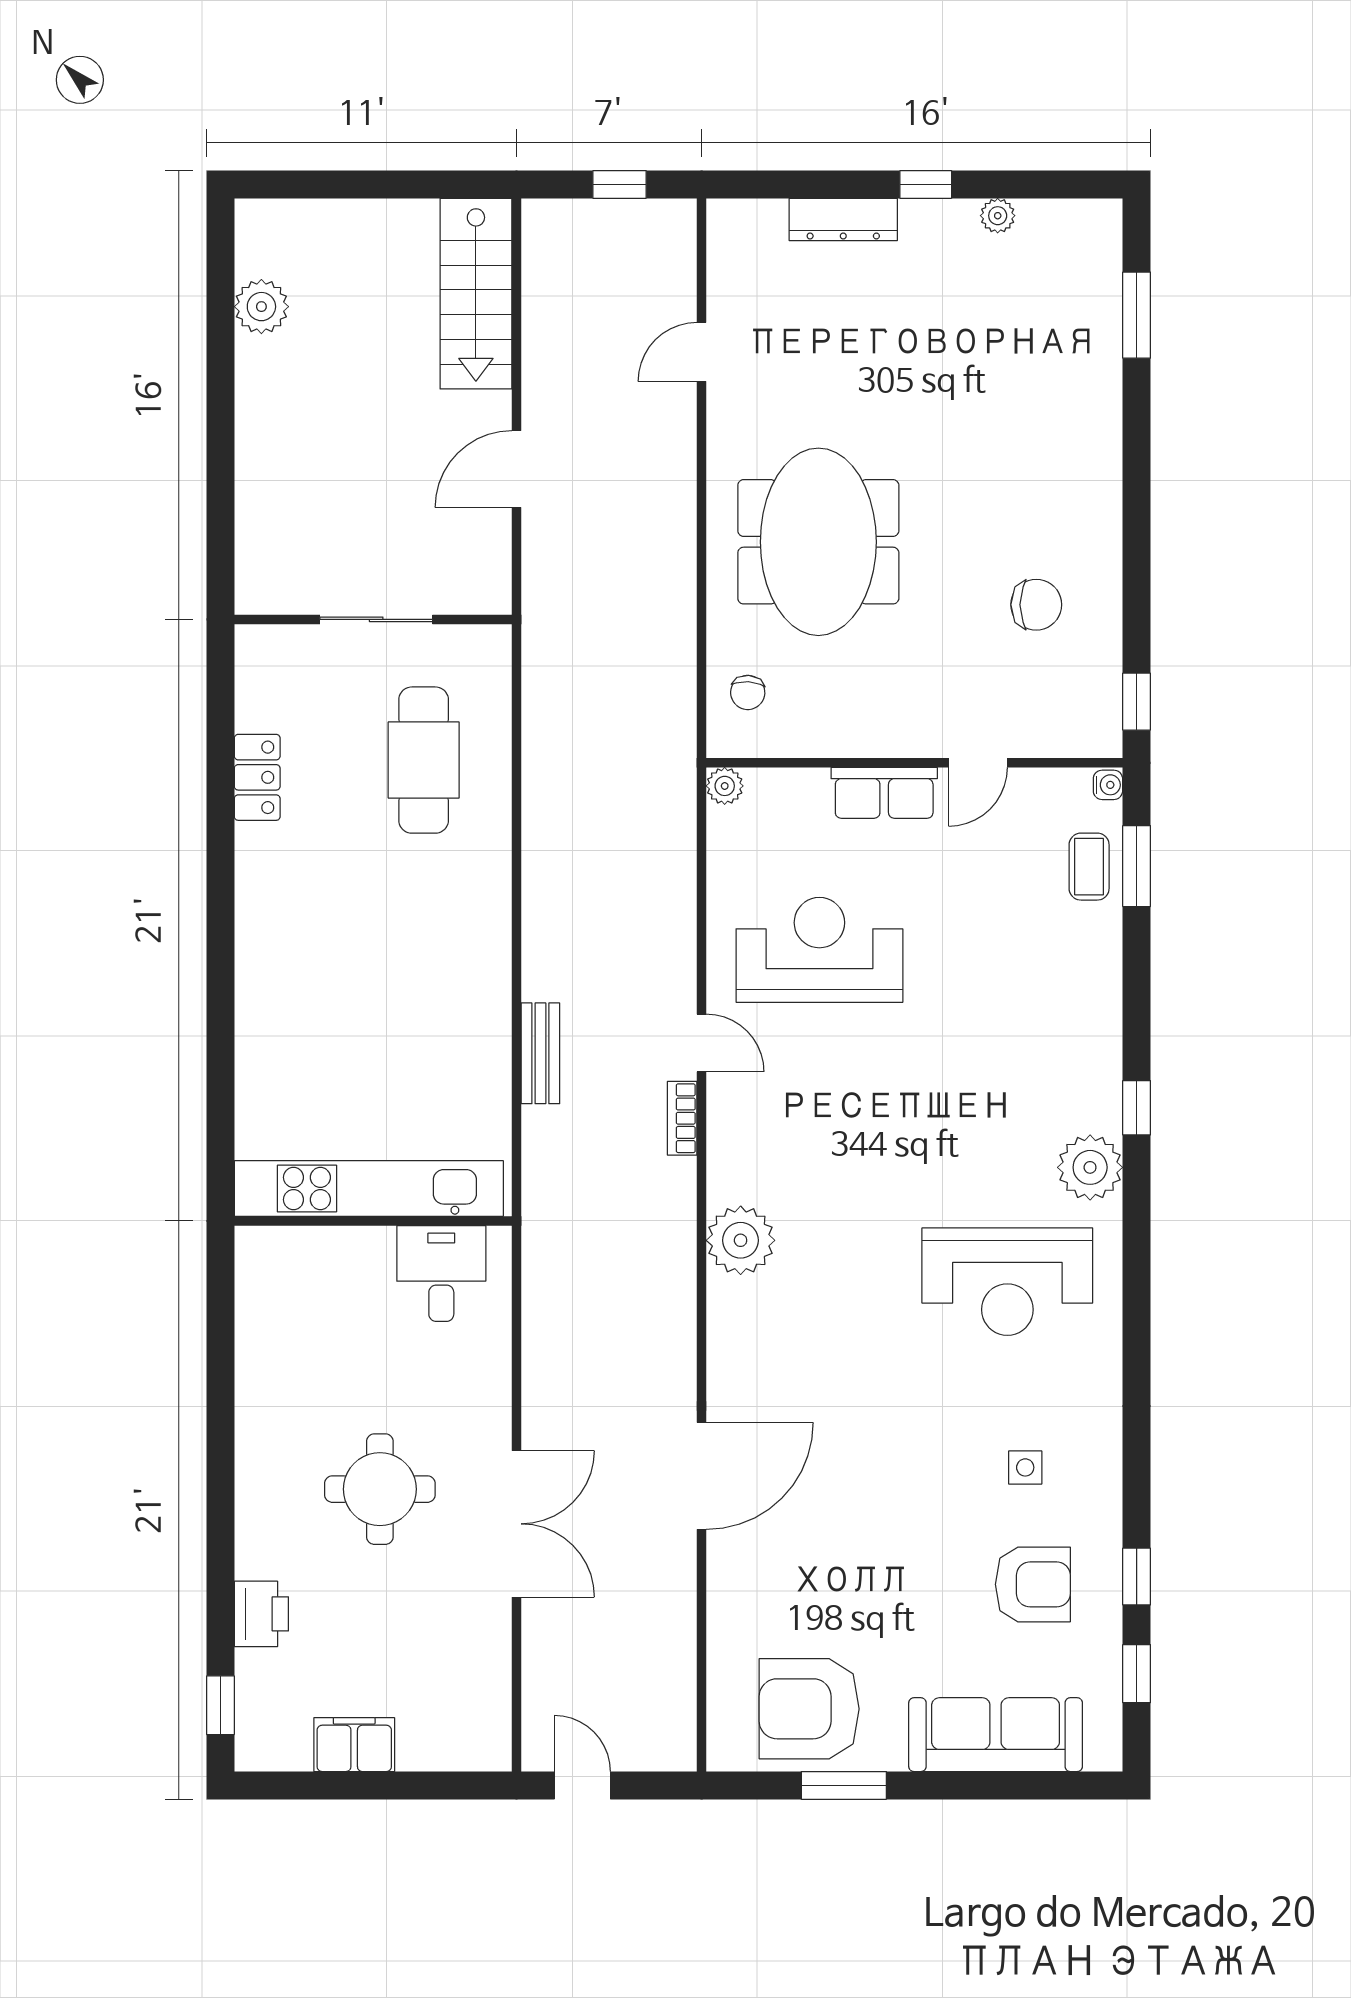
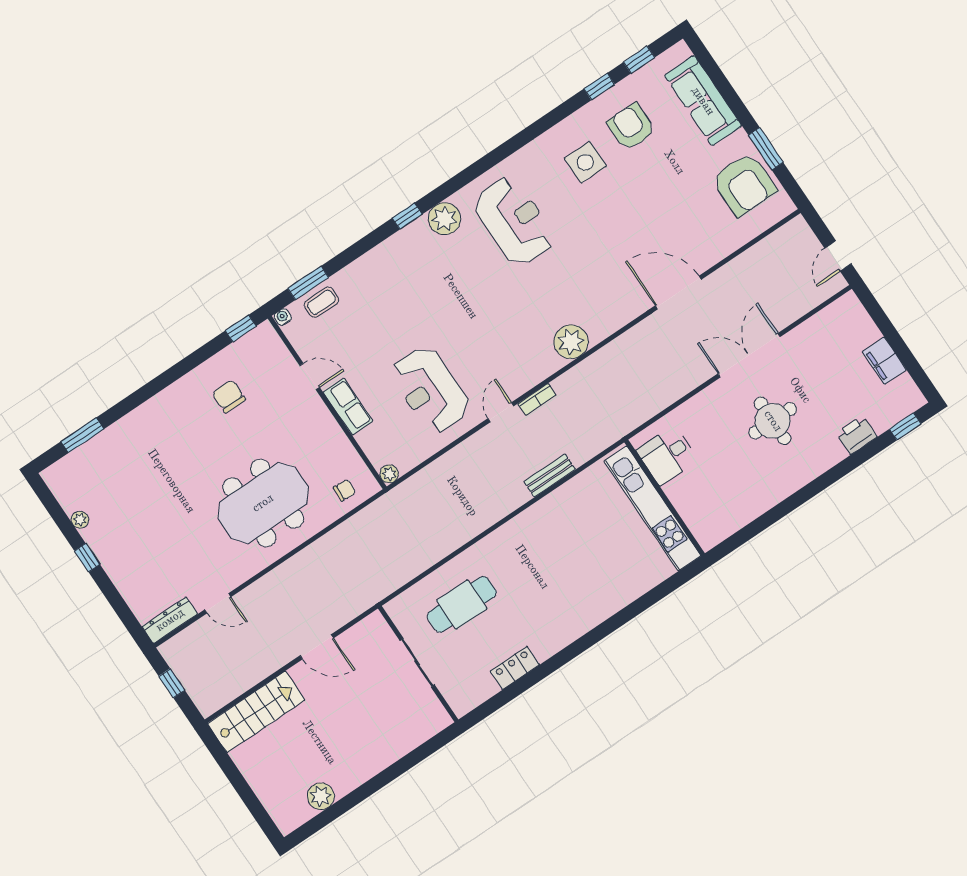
dresser: (843, 220) -> (170, 620), moved, turned -90
side table: (1025, 1467) -> (585, 162), width x1.87, depth x1.87

